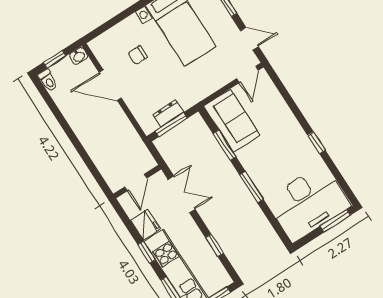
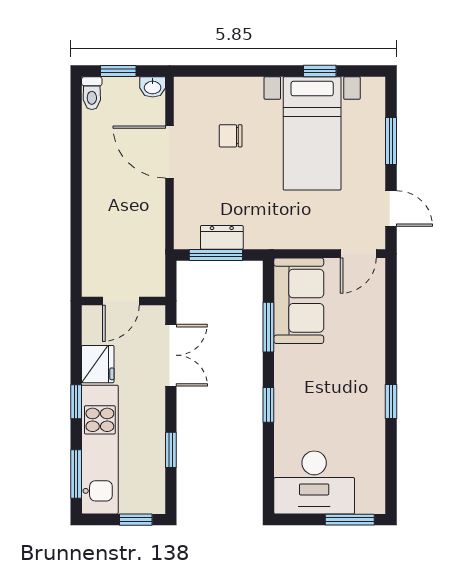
window: (252, 187) -> (268, 405), width x0.67
desk: (308, 203) -> (314, 482), width x0.73, depth x0.77

